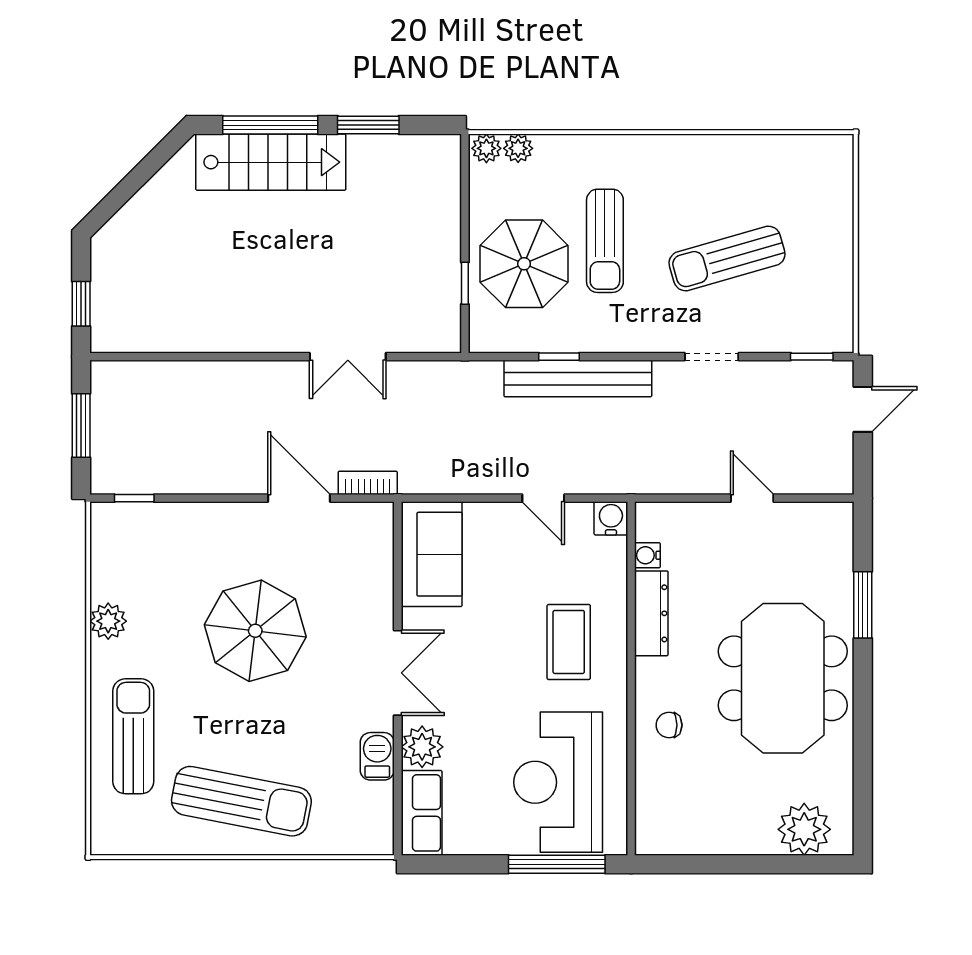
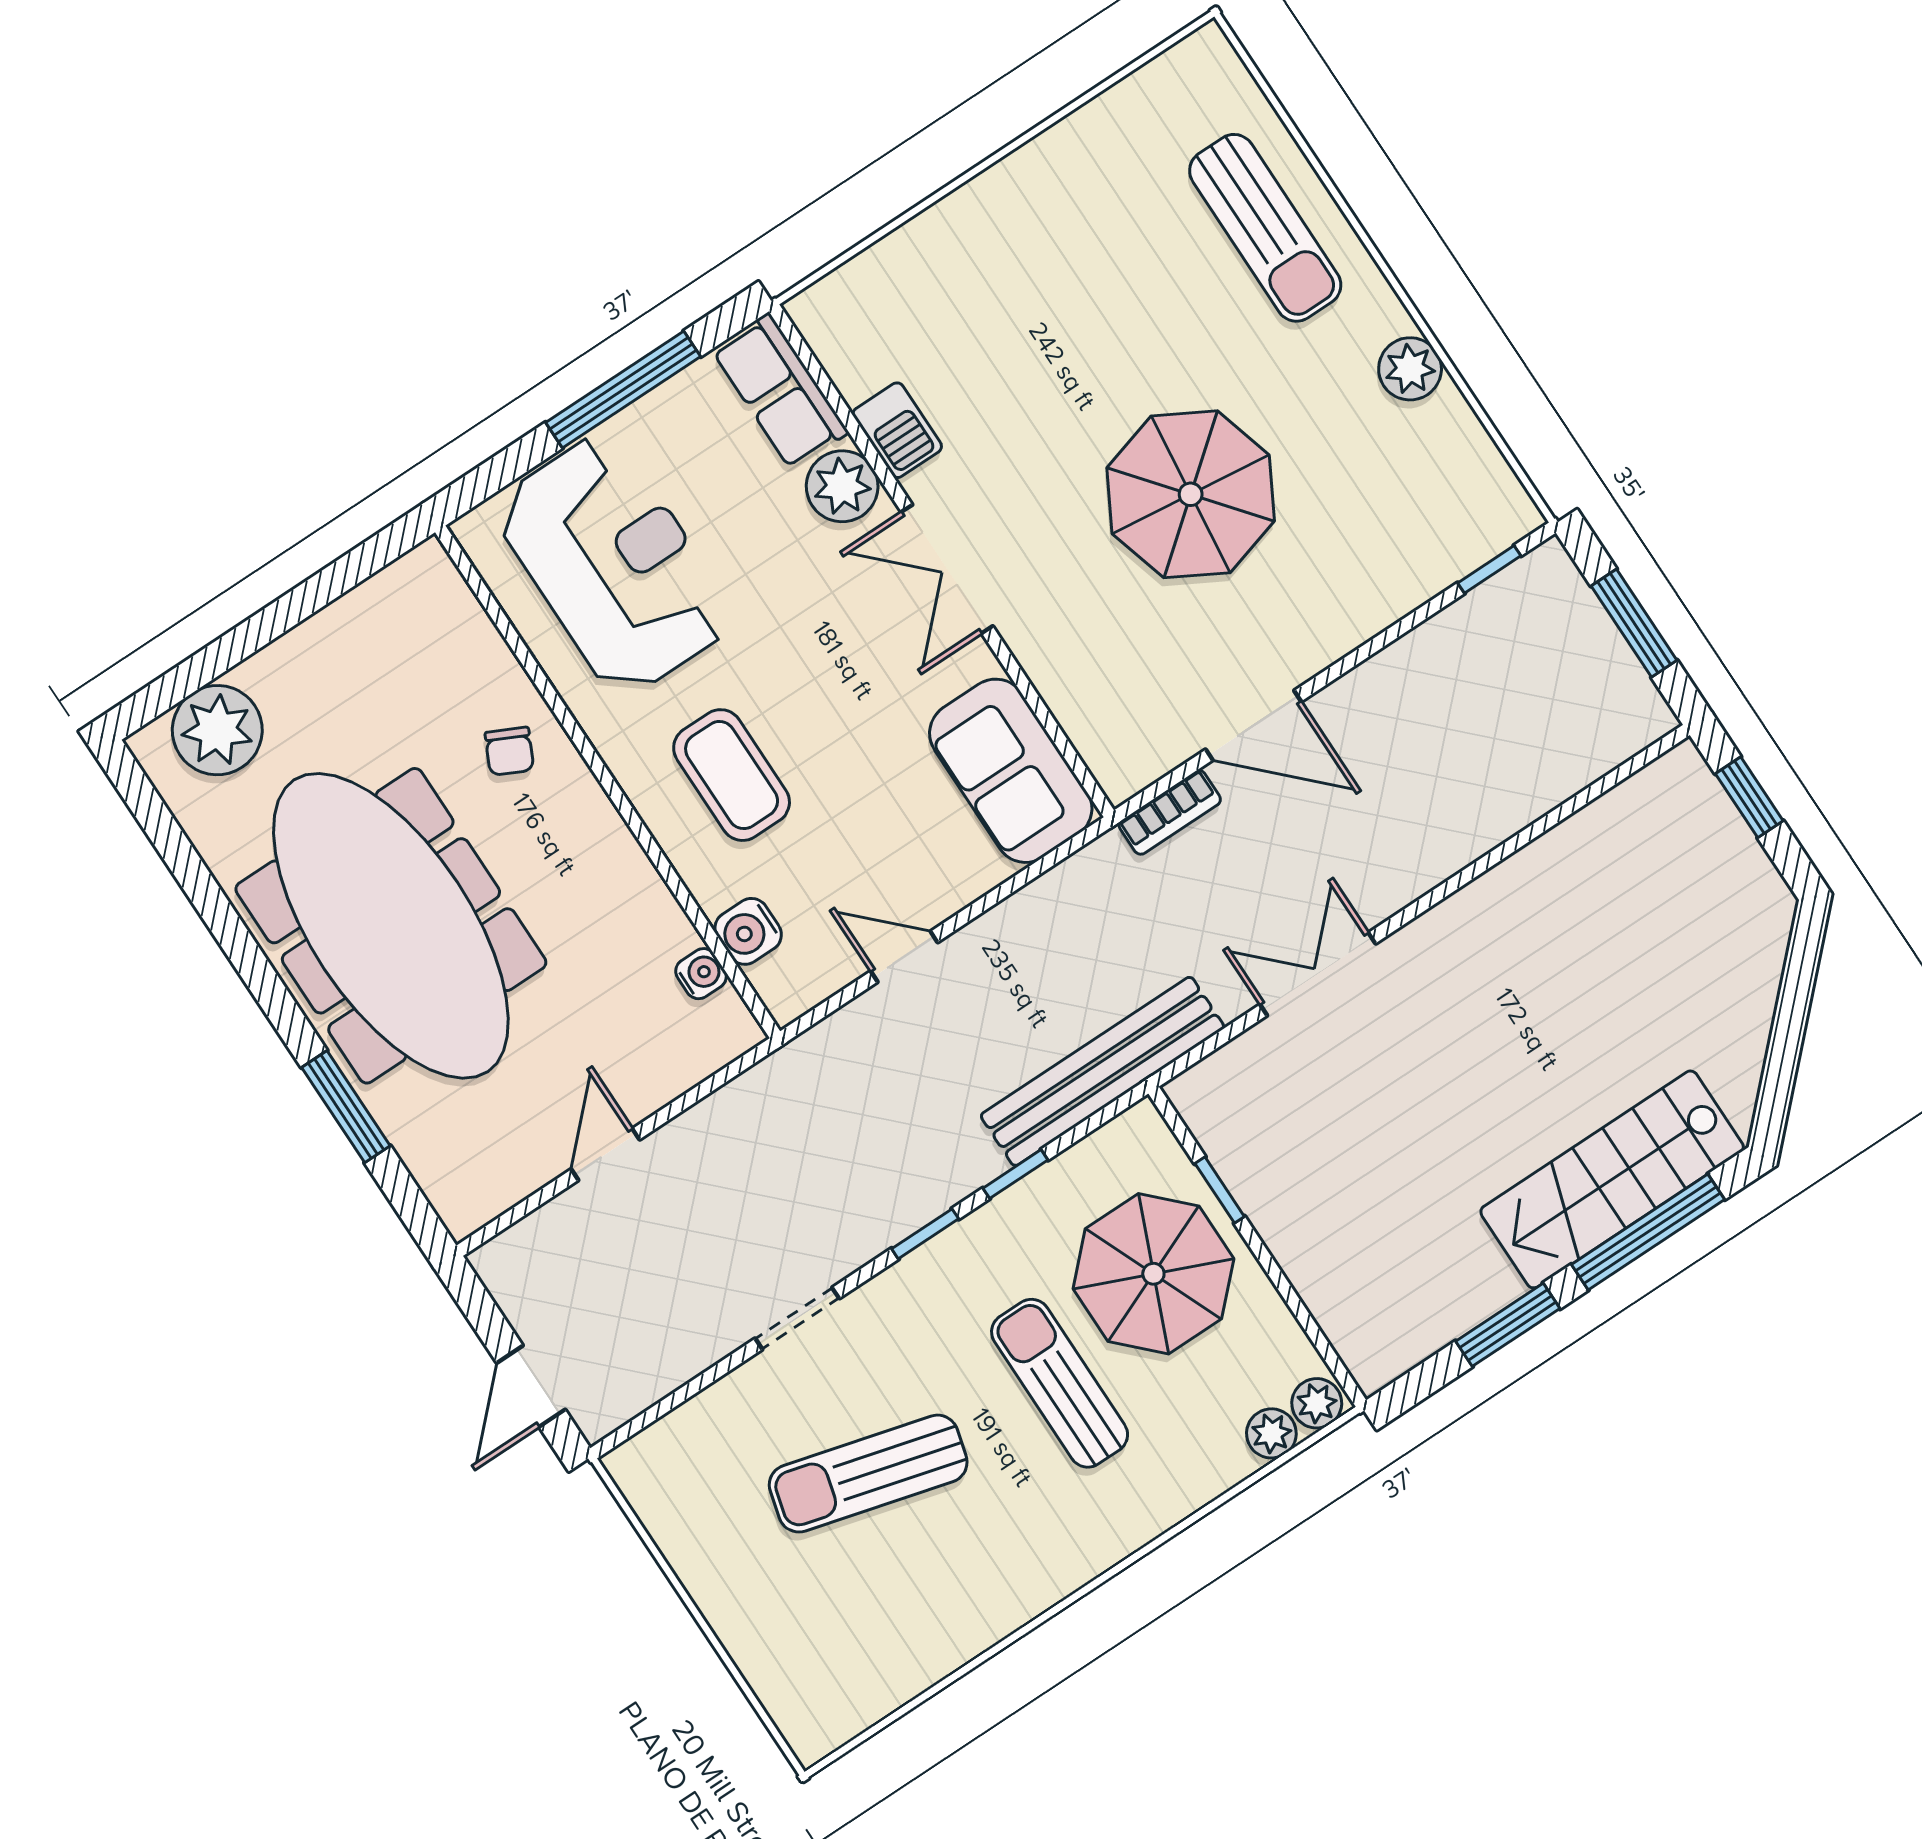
sun lounger: (727, 258) -> (868, 1474), turned -149
window: (812, 357) -> (925, 1234), moved
bench: (578, 379) -> (1102, 1071), moved
door: (752, 498) -> (605, 1154), swing flipped
water cooler: (611, 518) -> (748, 931), moved, turned 90
dresser: (651, 613) -> (640, 894), removed
meeting table: (783, 678) -> (391, 926), width x1.36
chair: (669, 725) -> (509, 751), turned 116
sun lounger: (241, 801) -> (1049, 237), removed
window: (557, 864) -> (623, 390), moved

